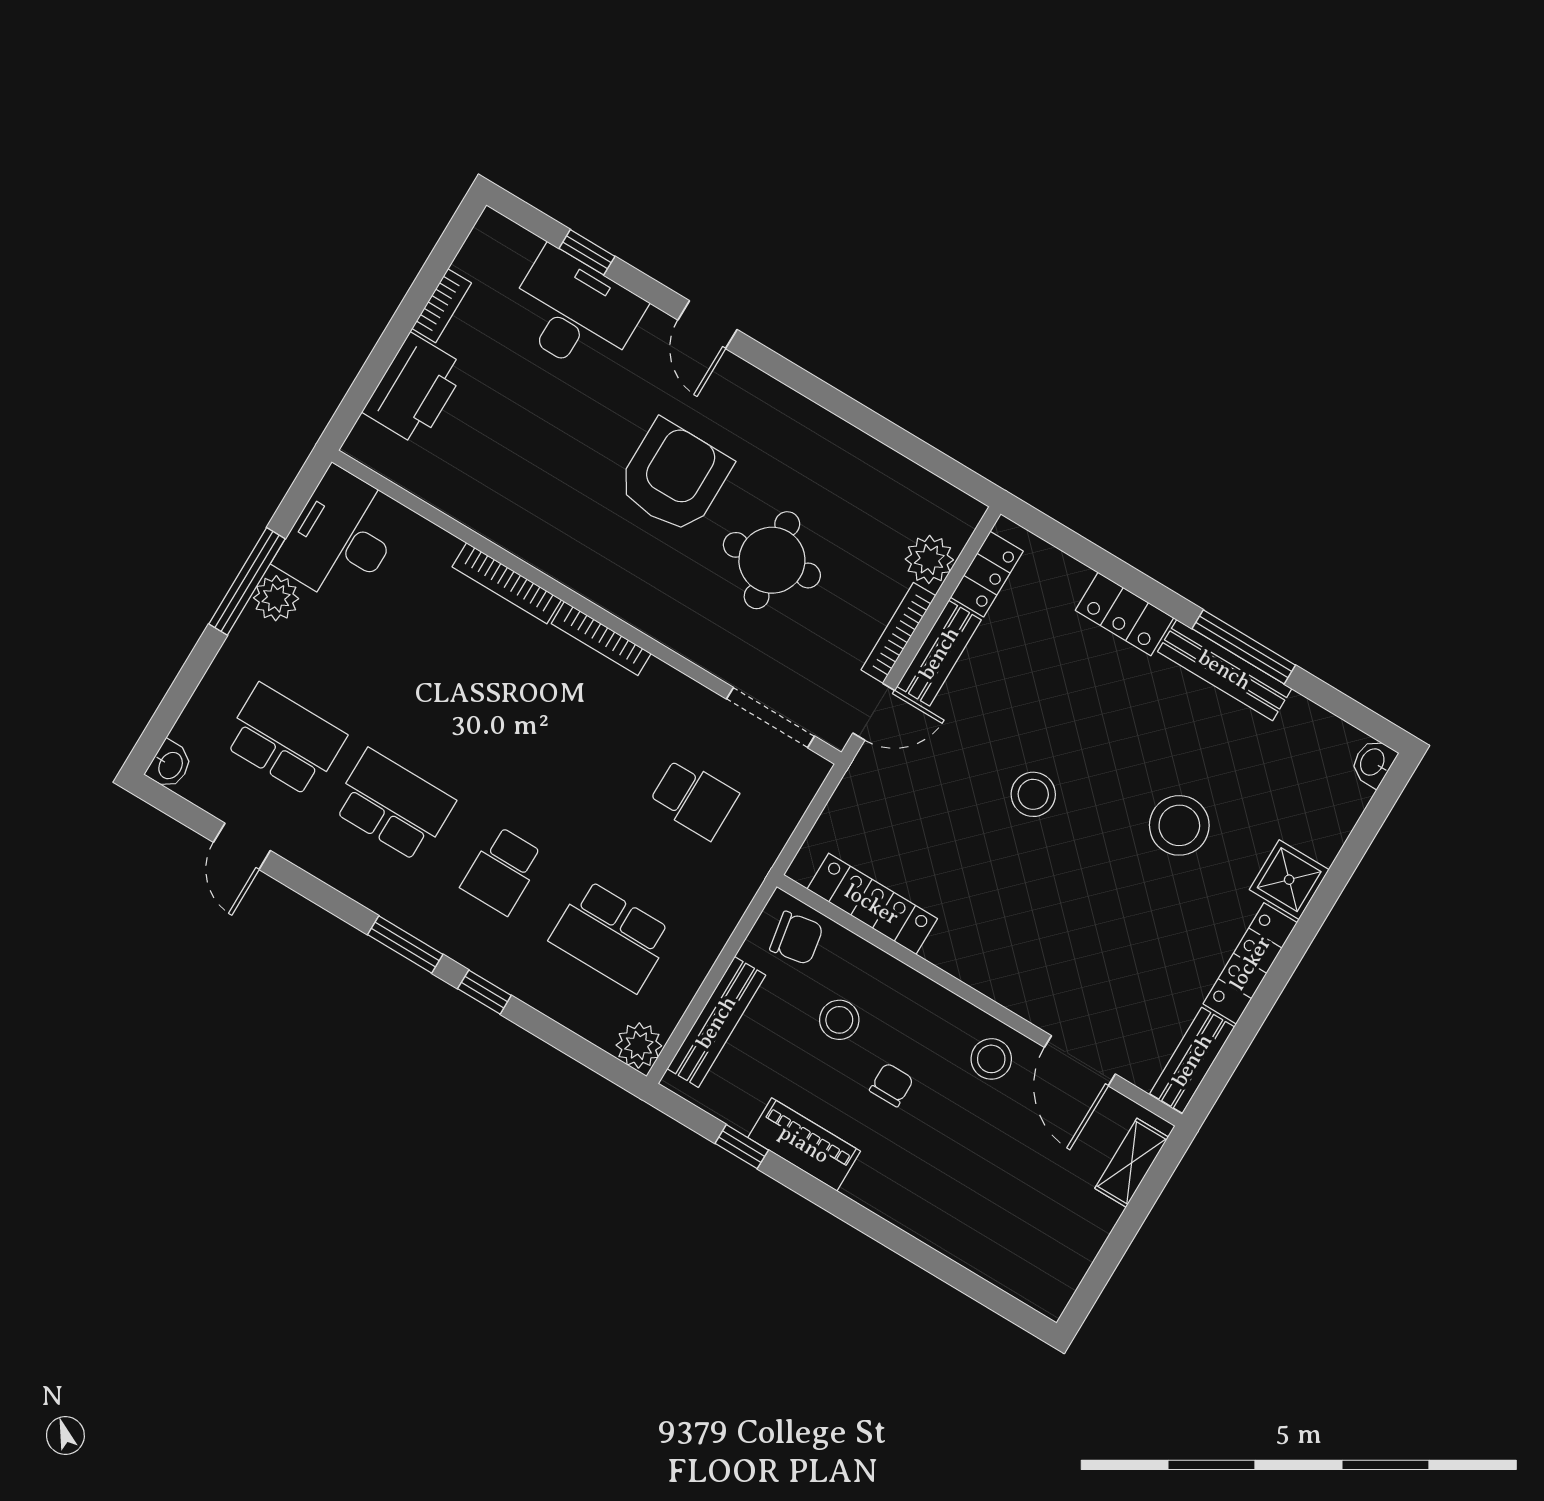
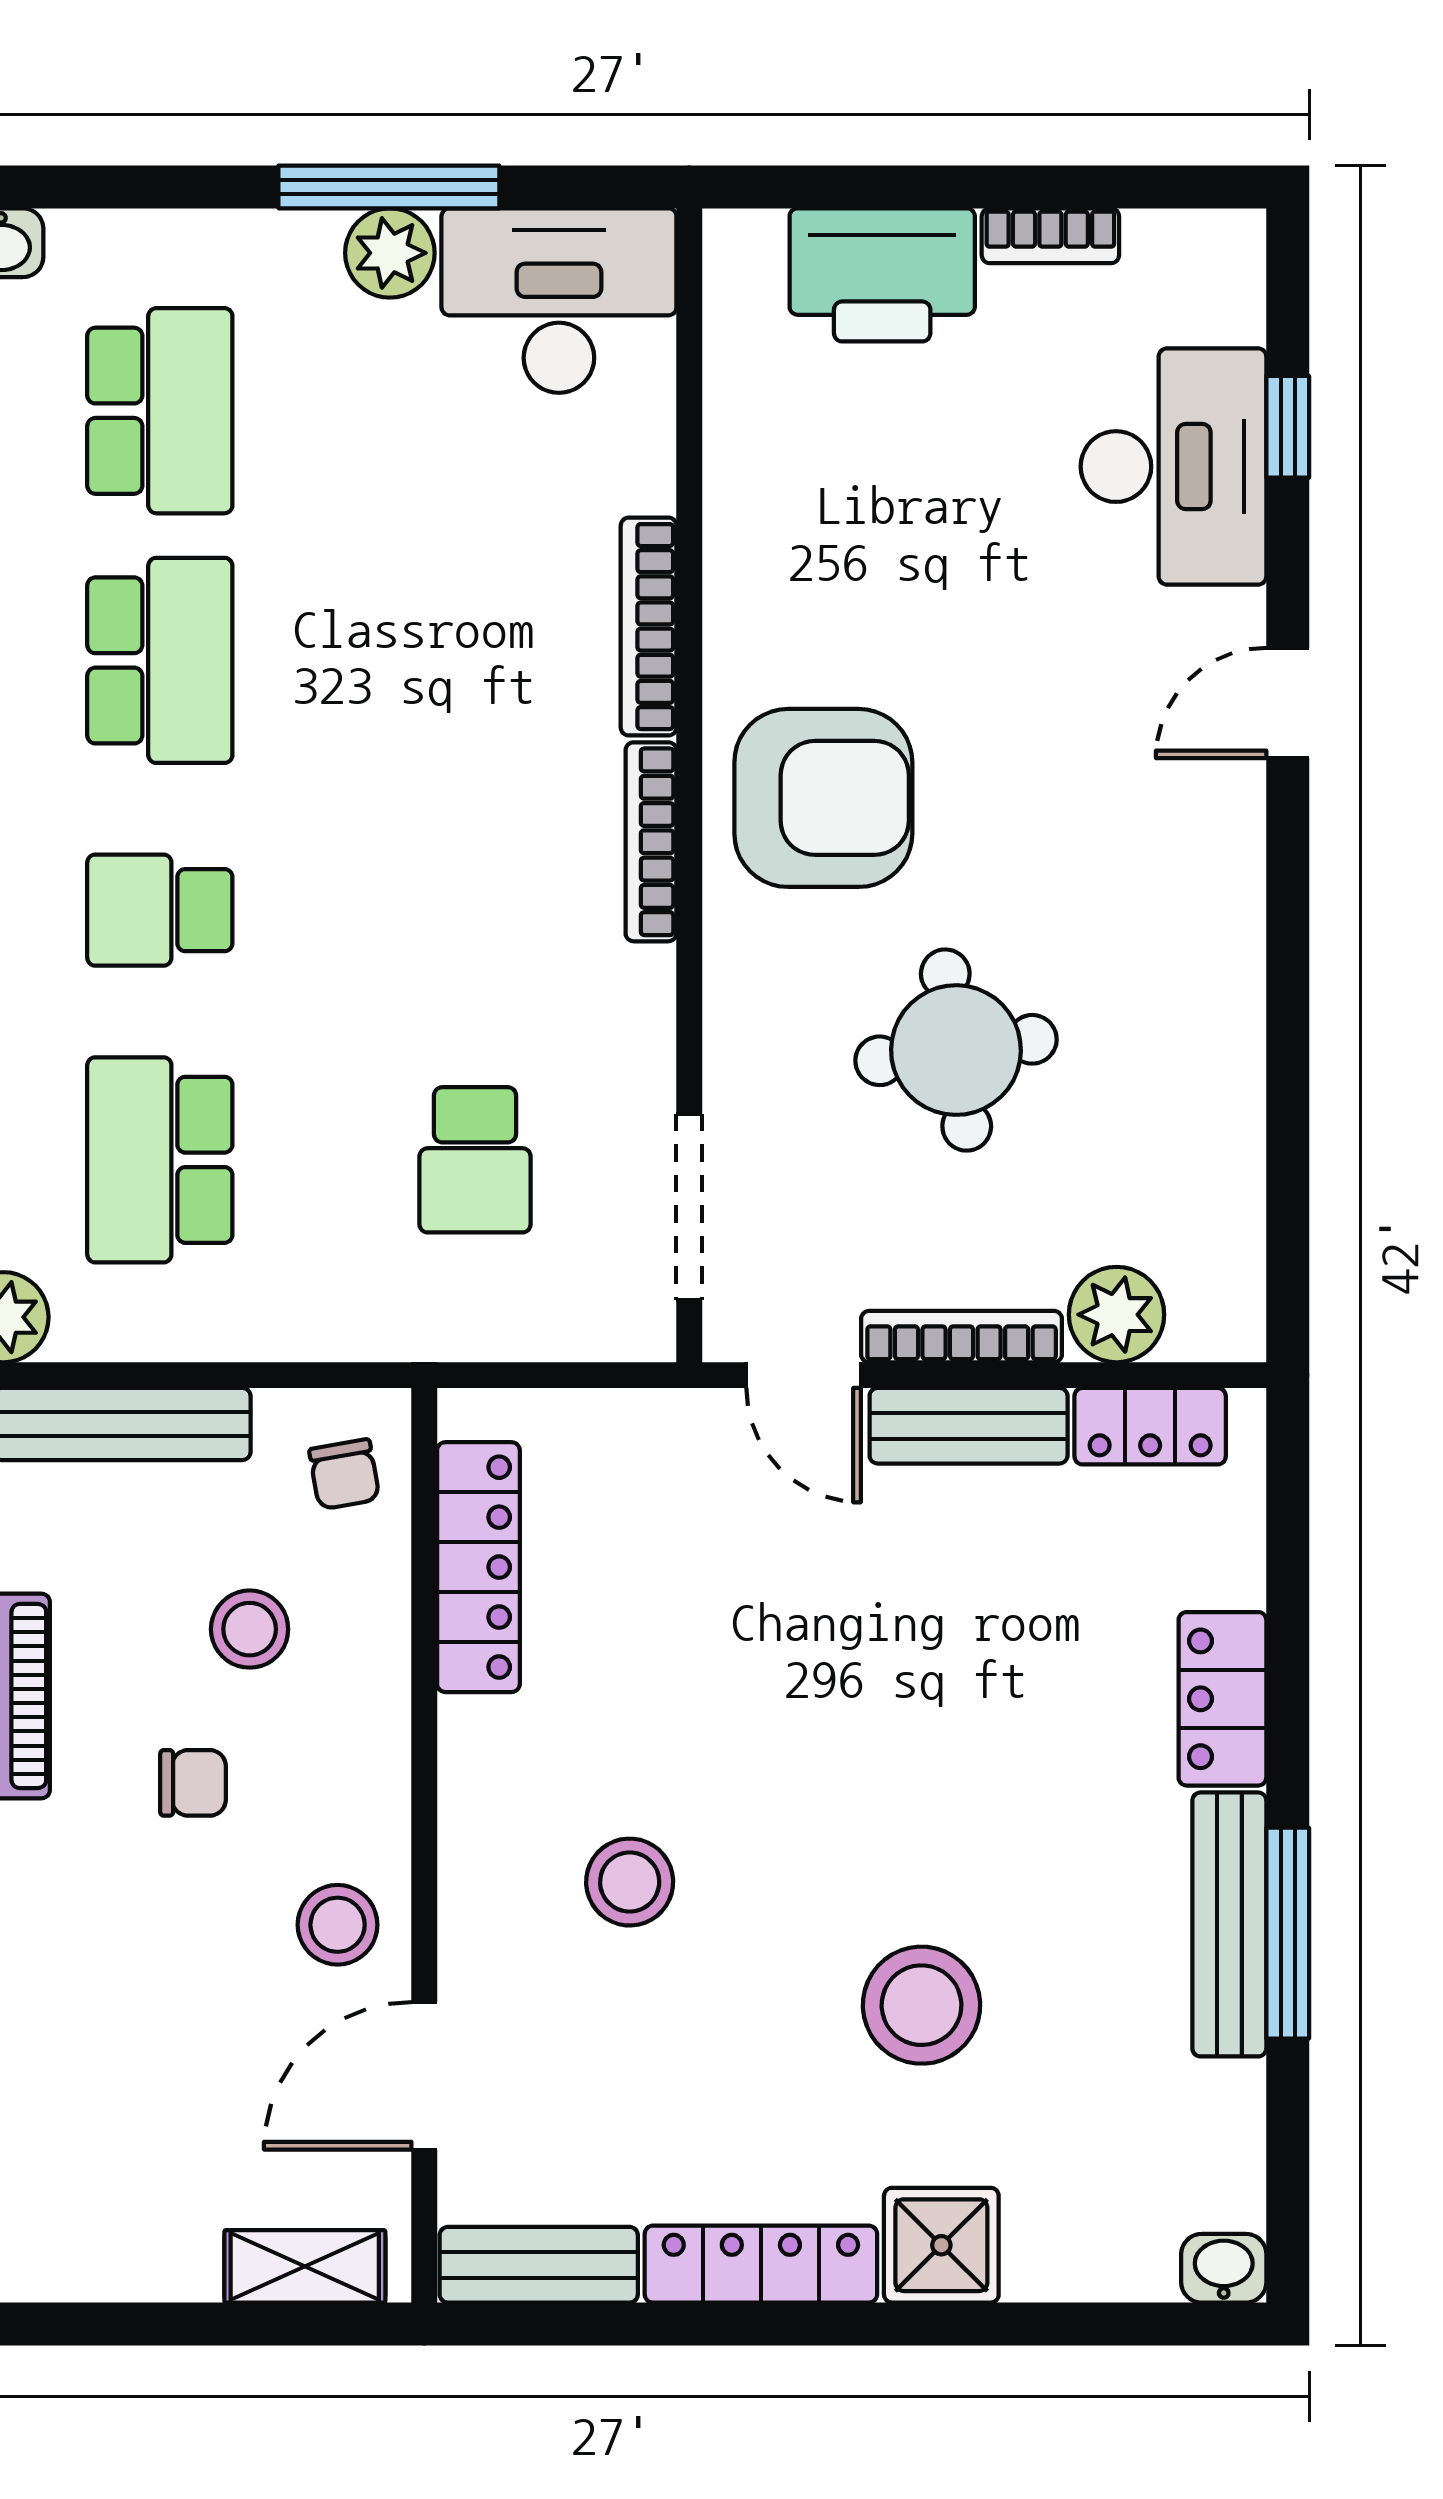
armchair: (674, 477) -> (823, 798), moved
stool: (1033, 794) -> (630, 1882), moved
chair: (797, 938) -> (344, 1474), width x0.73, depth x0.73

